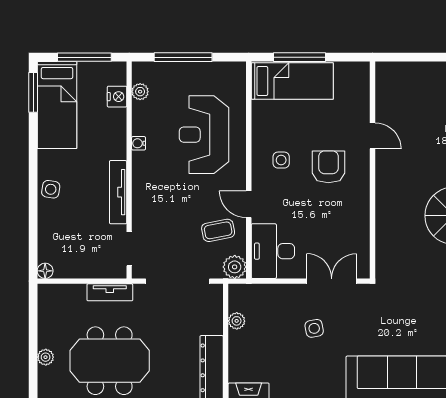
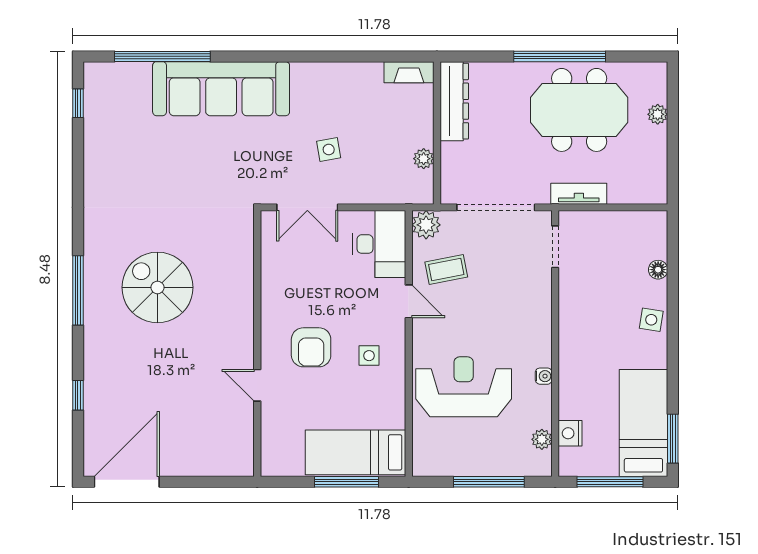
reception desk: (204, 135) -> (464, 387), turned -90
tv unit: (118, 192) -> (569, 316), removed
floor lamp: (45, 271) -> (658, 270), moved

